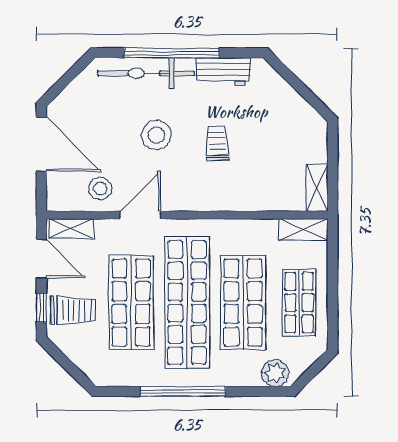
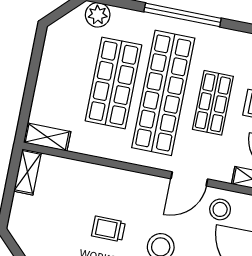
trolley: (217, 143) -> (108, 229), turned 93
shop shelf: (131, 303) -> (213, 103), width x0.70, depth x0.74
shop shelf: (299, 303) -> (64, 73), removed

